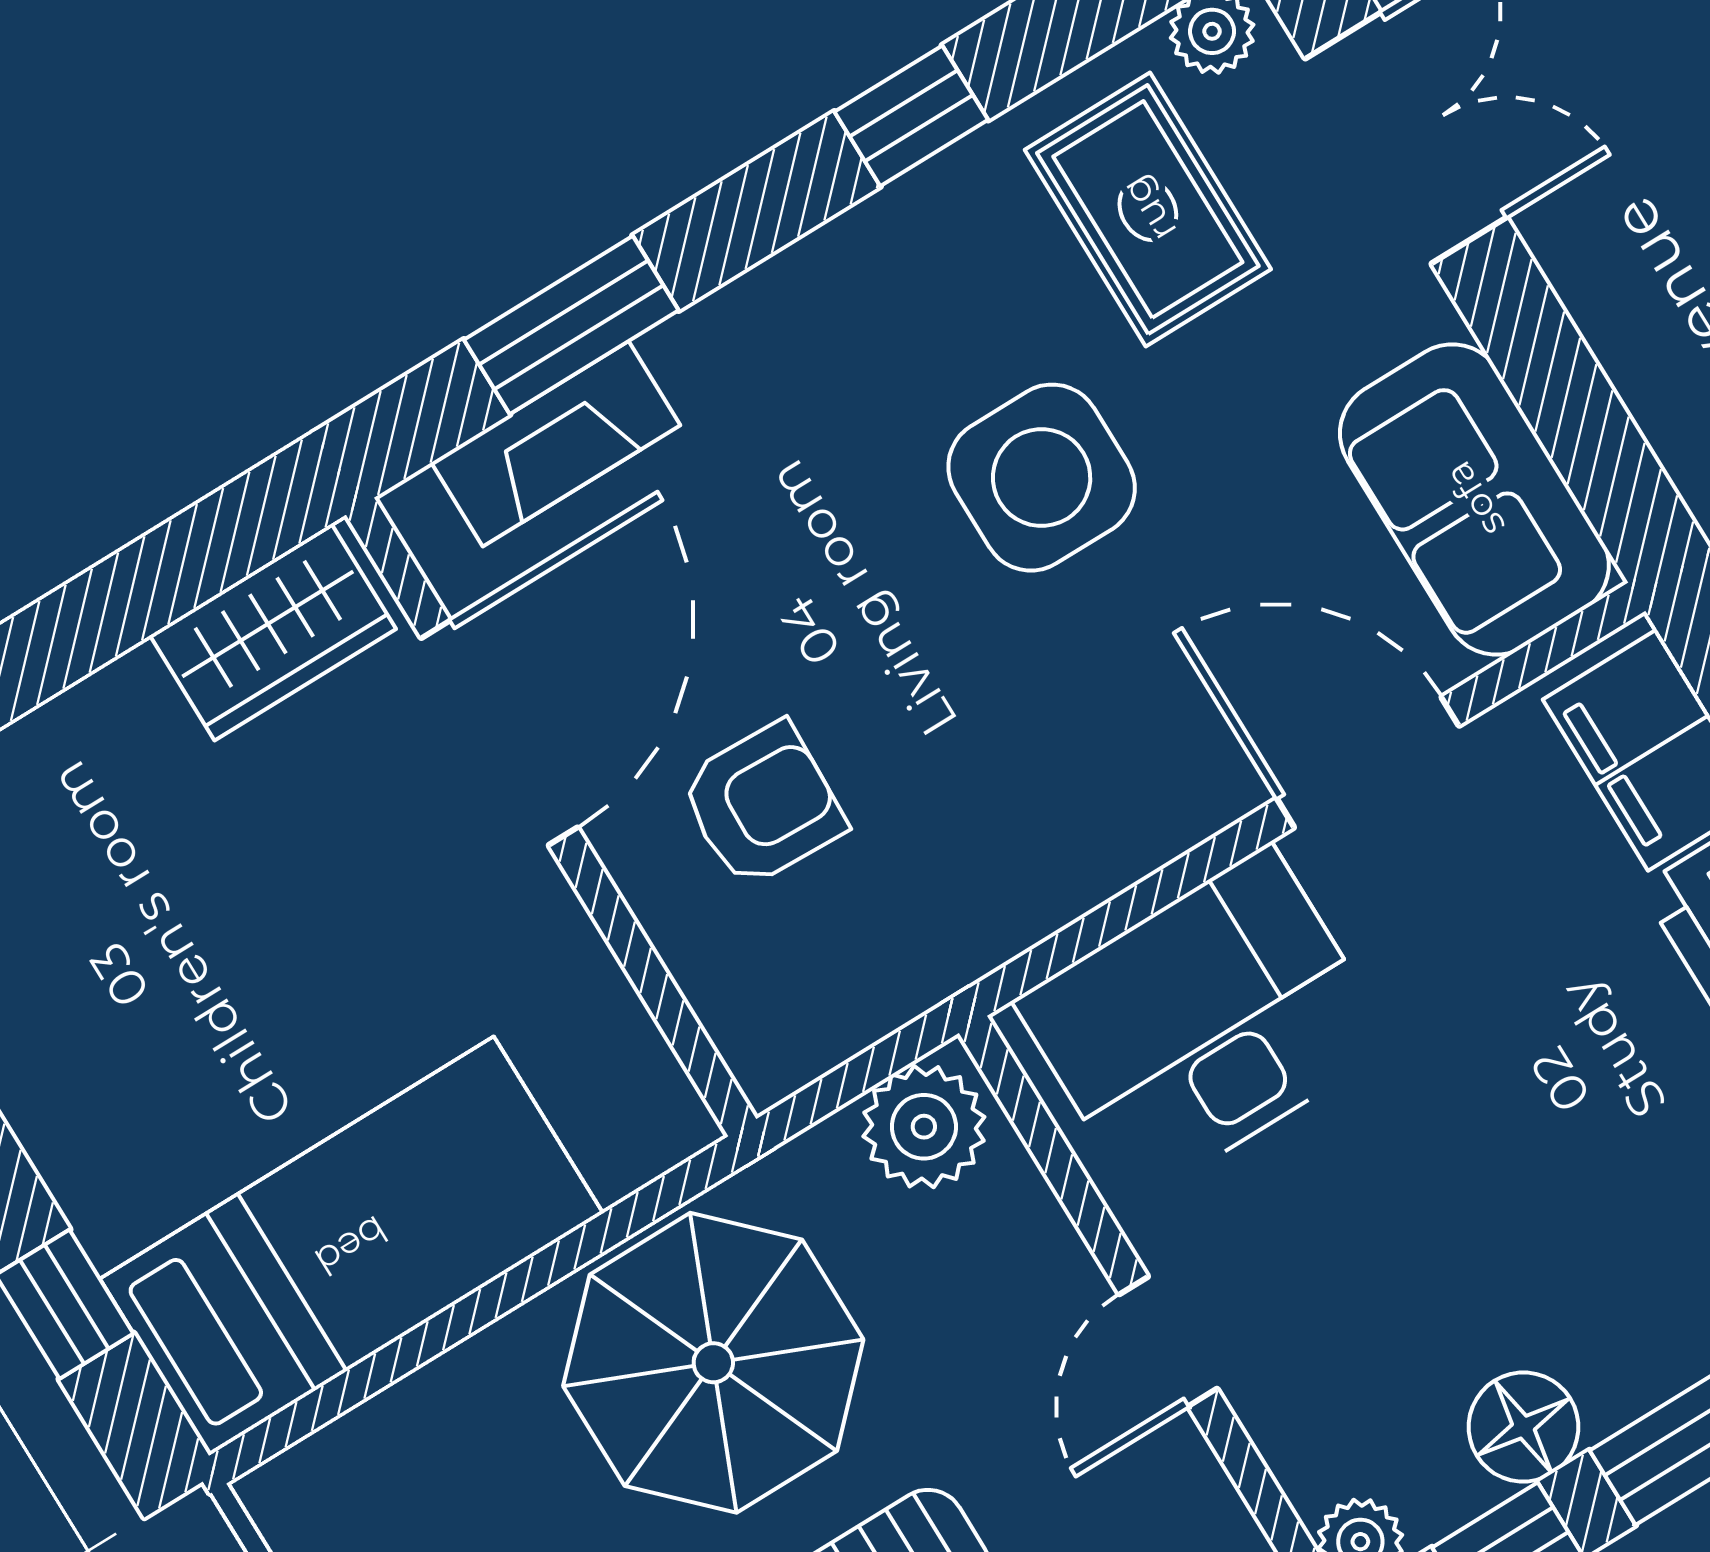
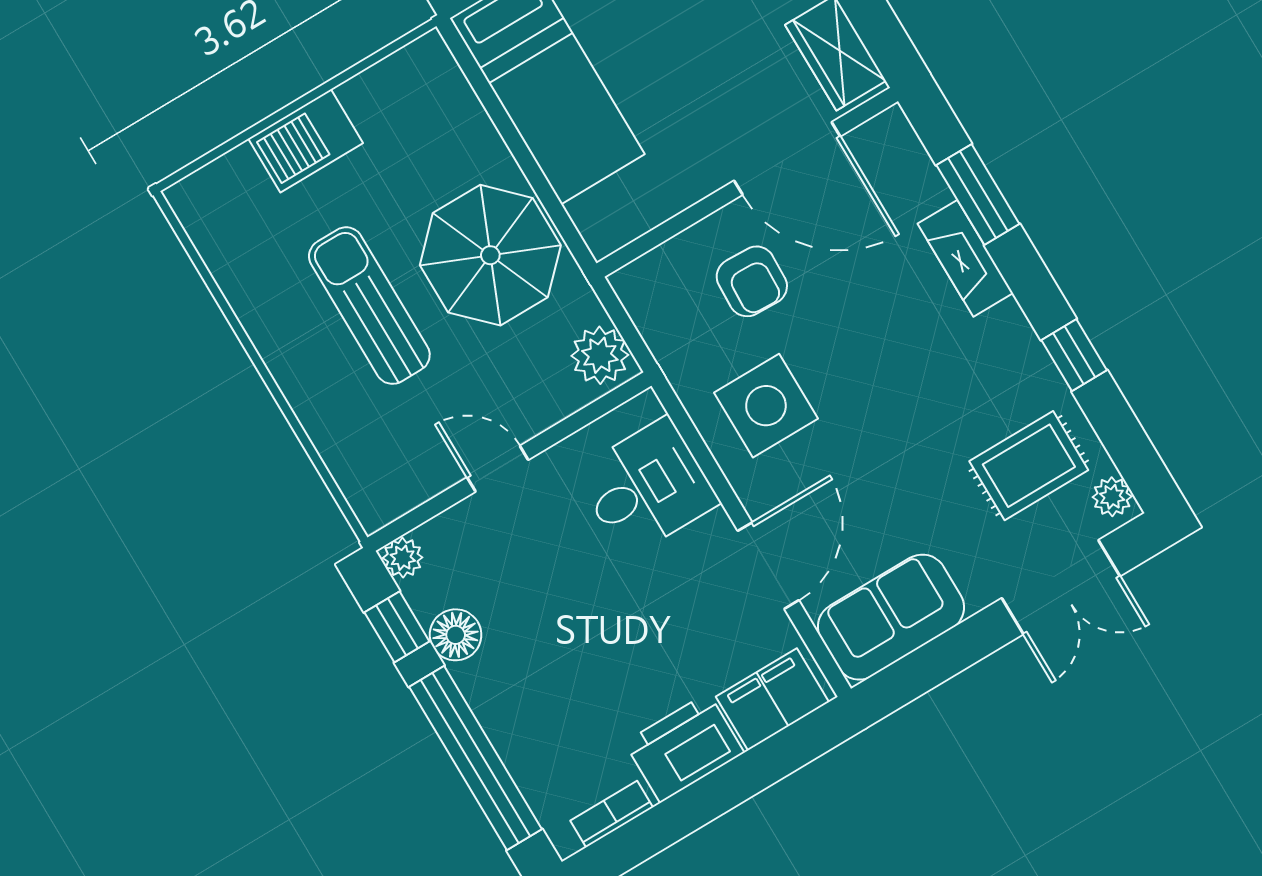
fireplace: (556, 444) -> (965, 258), moved
side table: (1042, 478) -> (766, 406), moved
desk: (1204, 1023) -> (647, 487), width x0.73

